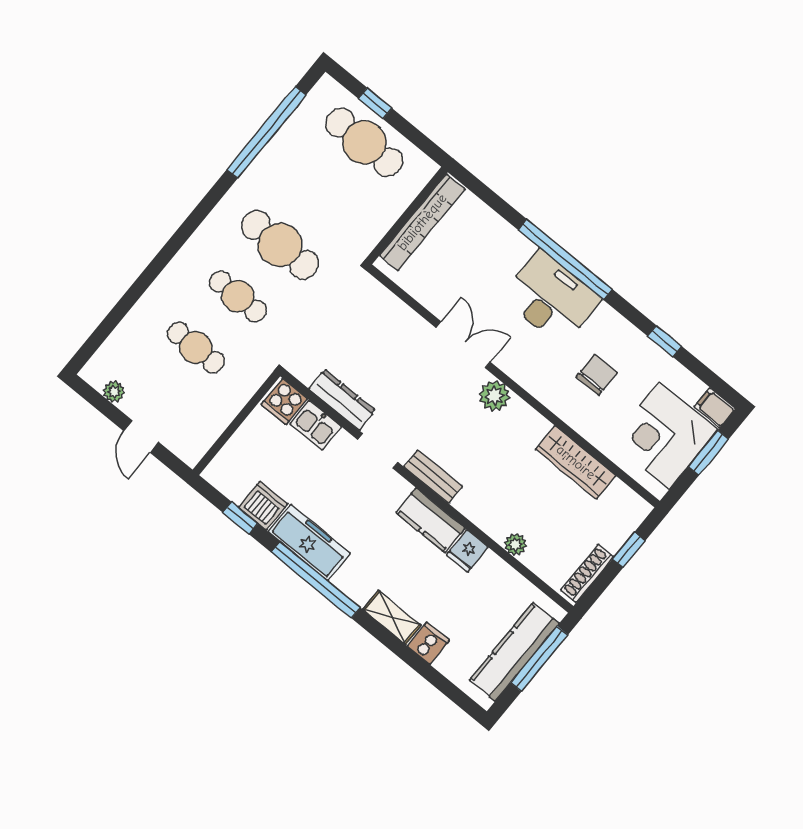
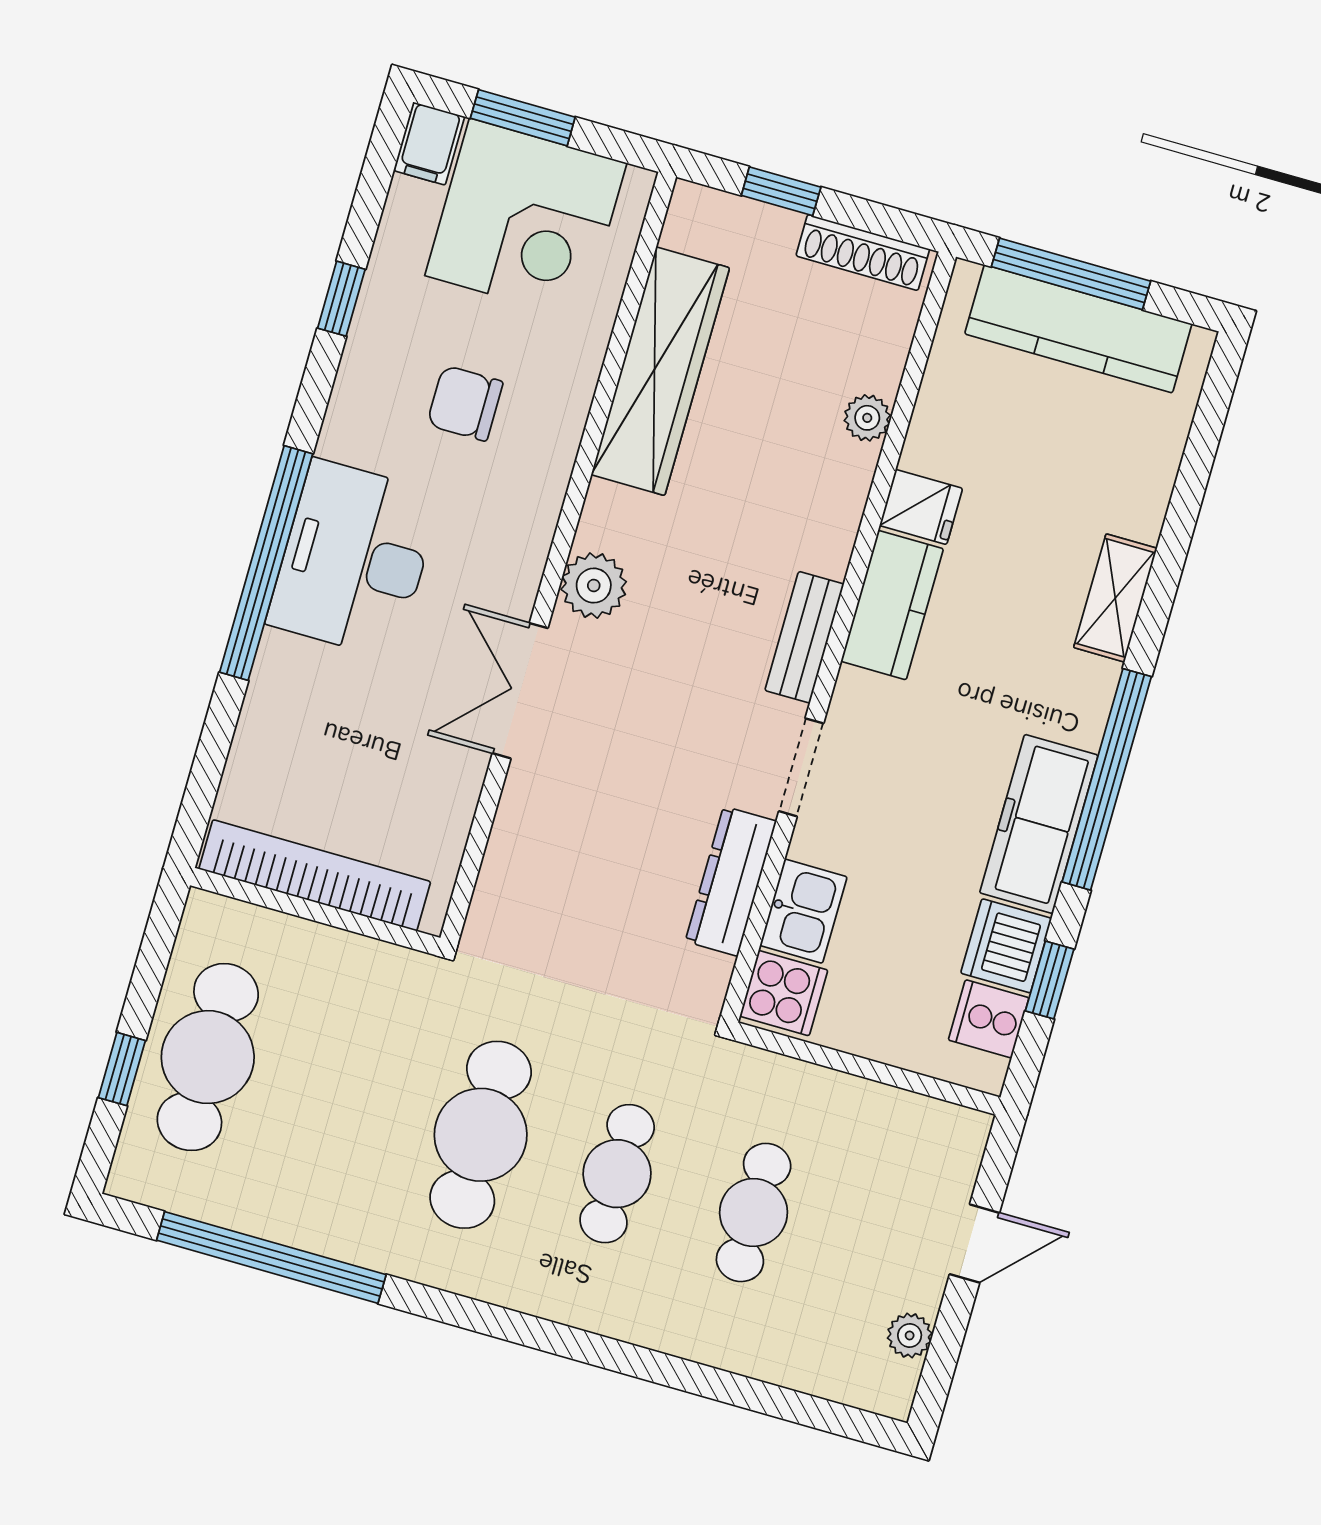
wardrobe: (576, 462) -> (660, 371), width x1.40, depth x1.17
cooker: (428, 643) -> (989, 1019), moved

